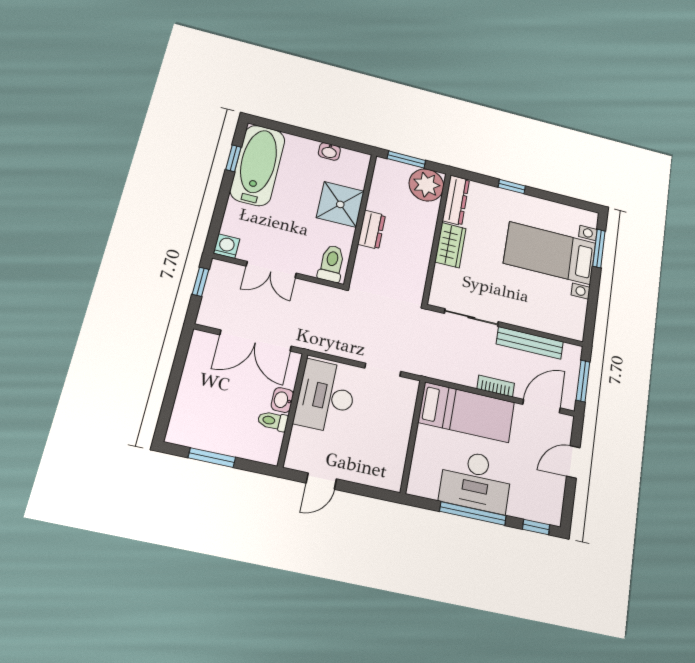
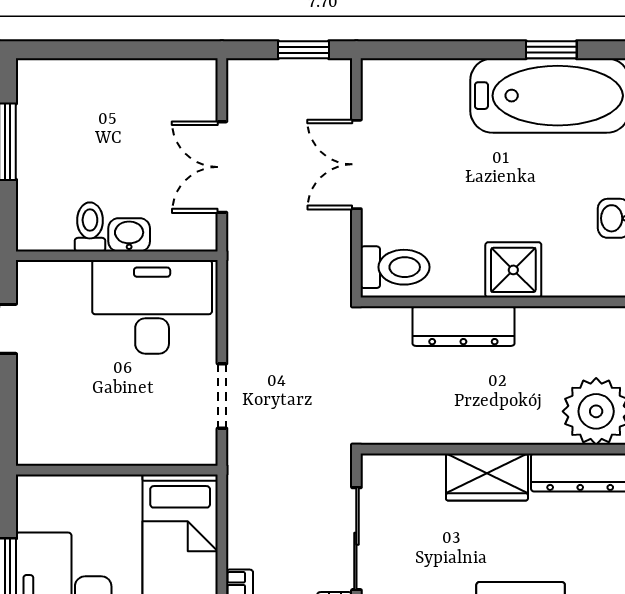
shower: (340, 204) -> (513, 270), width x0.73, depth x0.73
dresser: (372, 230) -> (463, 326), width x1.44
washing machine: (226, 246) -> (380, 78), removed
double door: (256, 341) -> (222, 167), width x0.73

